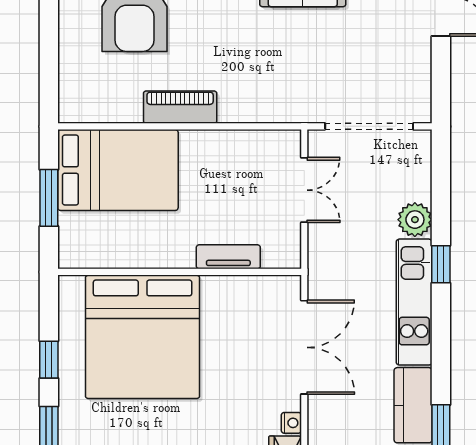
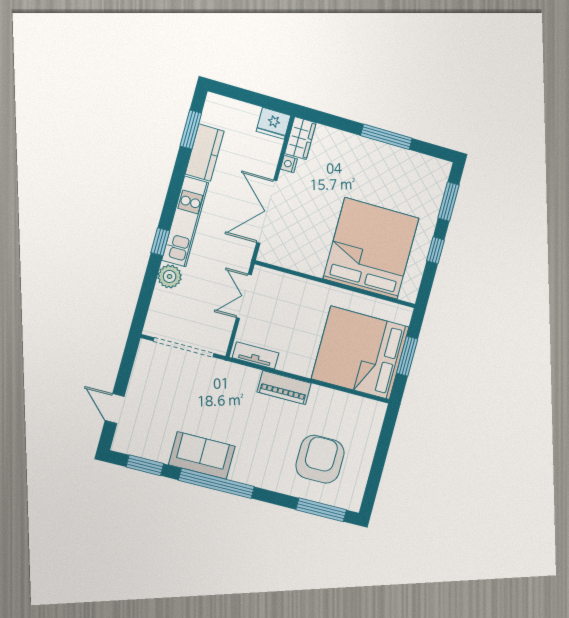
piano: (180, 107) -> (284, 388), moved
bed: (118, 170) -> (360, 353), width x1.36
double door: (304, 190) -> (244, 296), moved
tv unit: (228, 257) -> (256, 355), moved, turned 180

